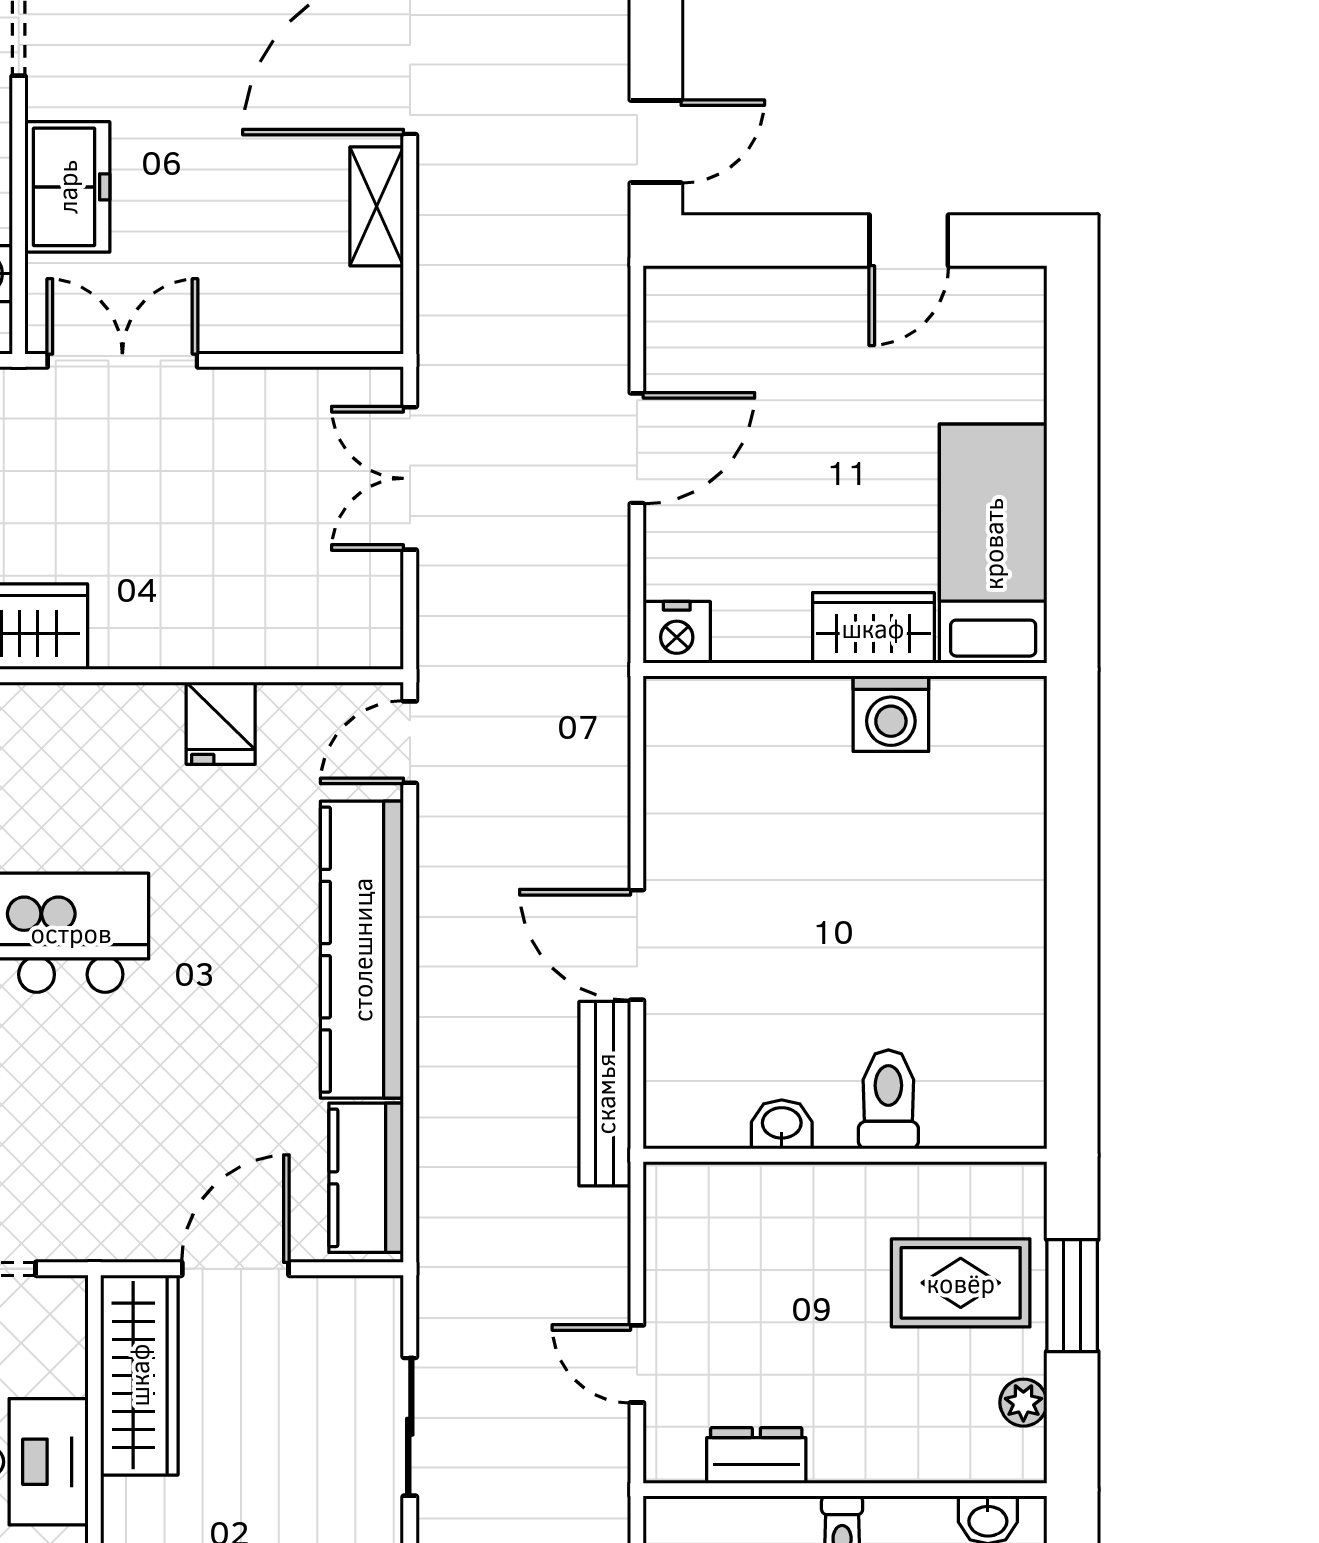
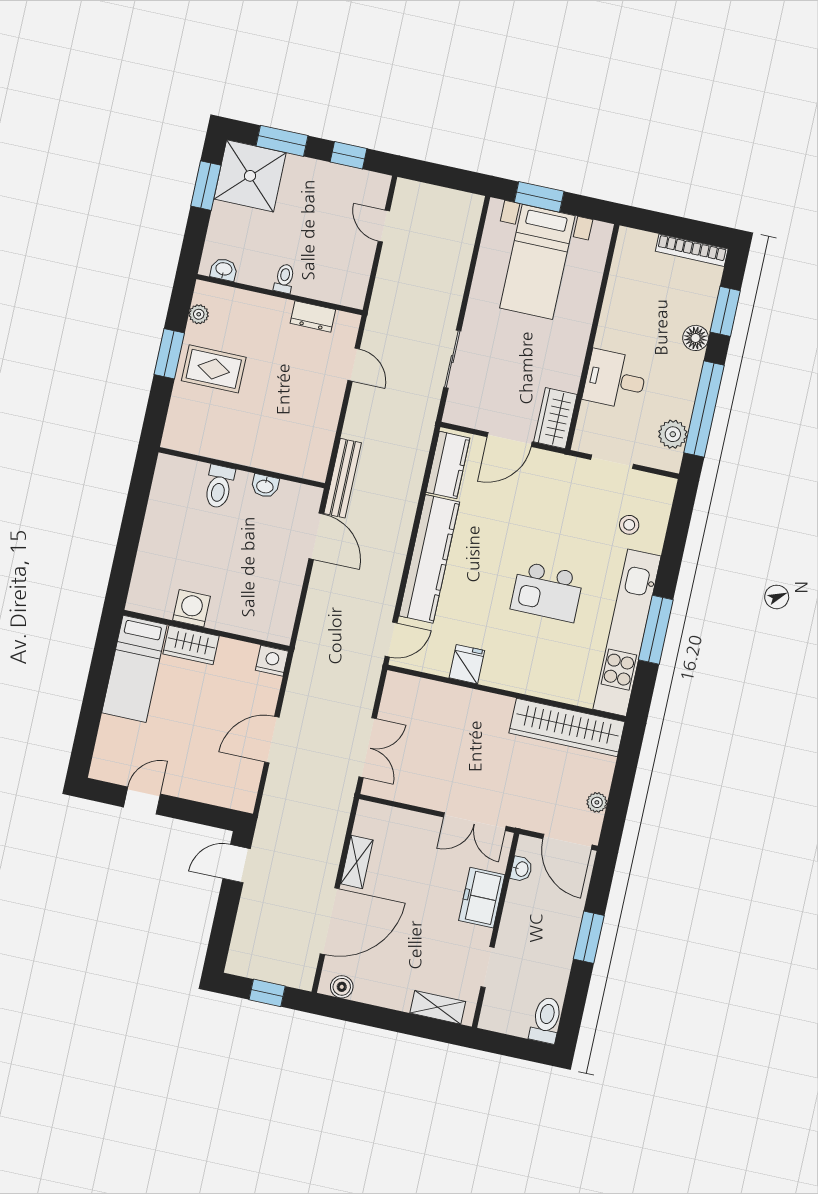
toilet: (888, 1099) -> (219, 487), moved
washbasin: (782, 1124) -> (265, 486), moved
wall: (845, 1155) -> (242, 468), moved
wardrobe: (139, 1375) -> (555, 418), width x0.67

